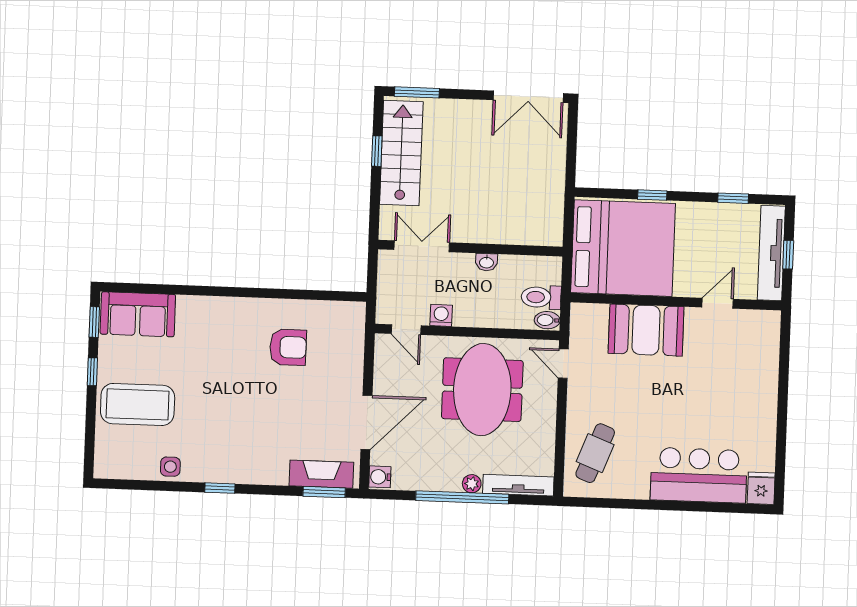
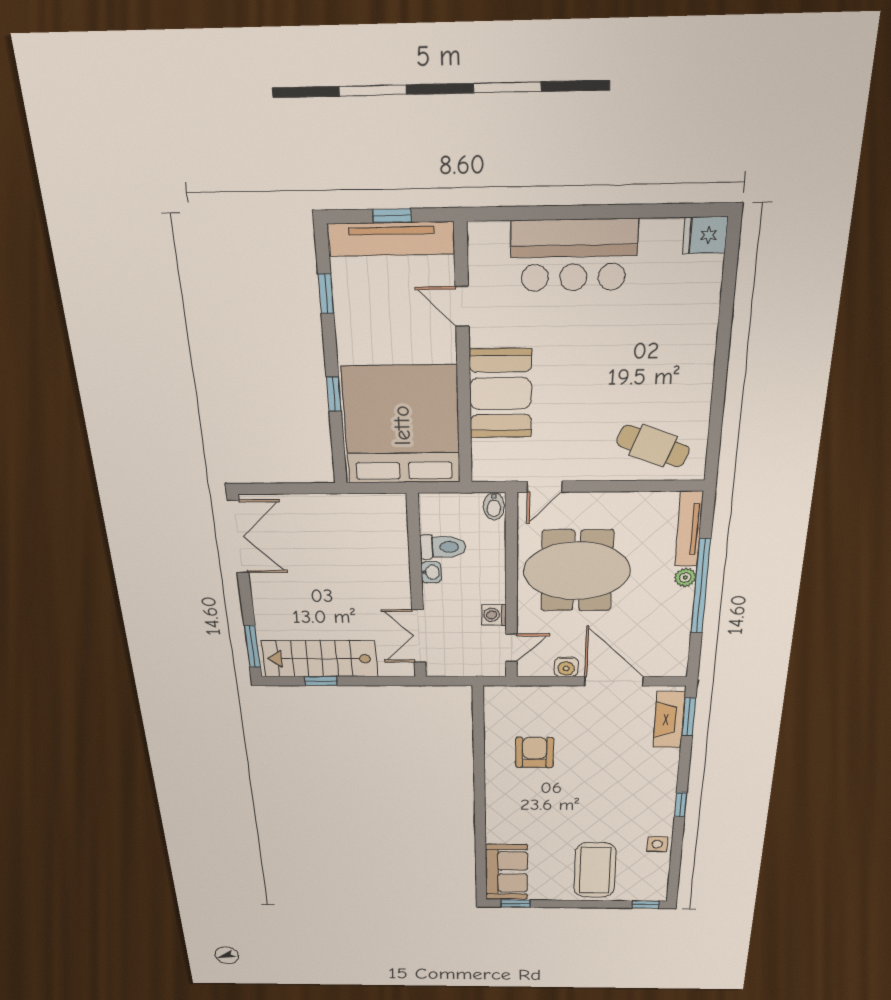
toilet: (541, 297) -> (443, 547), moved, turned -90
window: (92, 372) -> (645, 905), moved
bar counter: (699, 475) -> (574, 255), moved, turned -90
water cooler: (380, 477) -> (566, 667), moved

